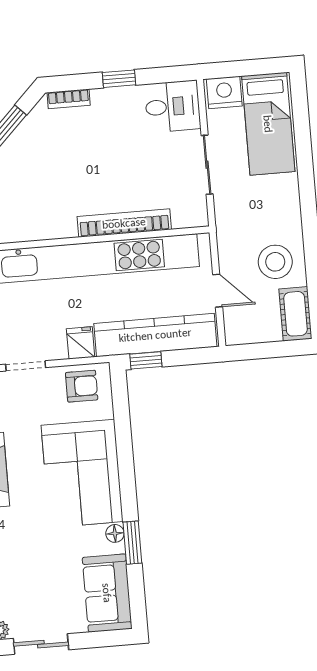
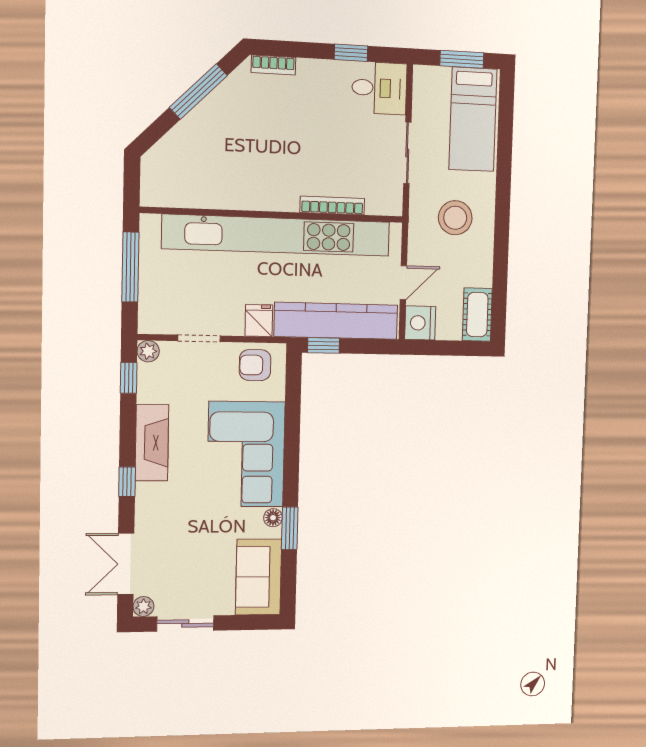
window: (250, 68) -> (462, 59), added
window: (119, 79) -> (351, 53), moved
nightstand: (224, 92) -> (420, 323), moved, turned -90
bookcase: (124, 223) -> (332, 205), width x0.68, depth x0.76
stool: (275, 262) -> (455, 218), moved
door: (218, 291) -> (403, 283), hinge flipped
armchair: (82, 386) -> (255, 365), turned 180

